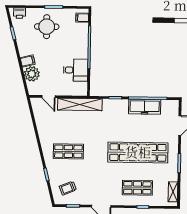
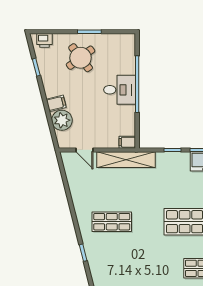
filing cabinet: (82, 18) -> (127, 142), moved
round table: (47, 27) -> (81, 58), turned -37
desk: (76, 70) -> (120, 90), moved
trolley: (68, 188) -> (112, 270), removed

